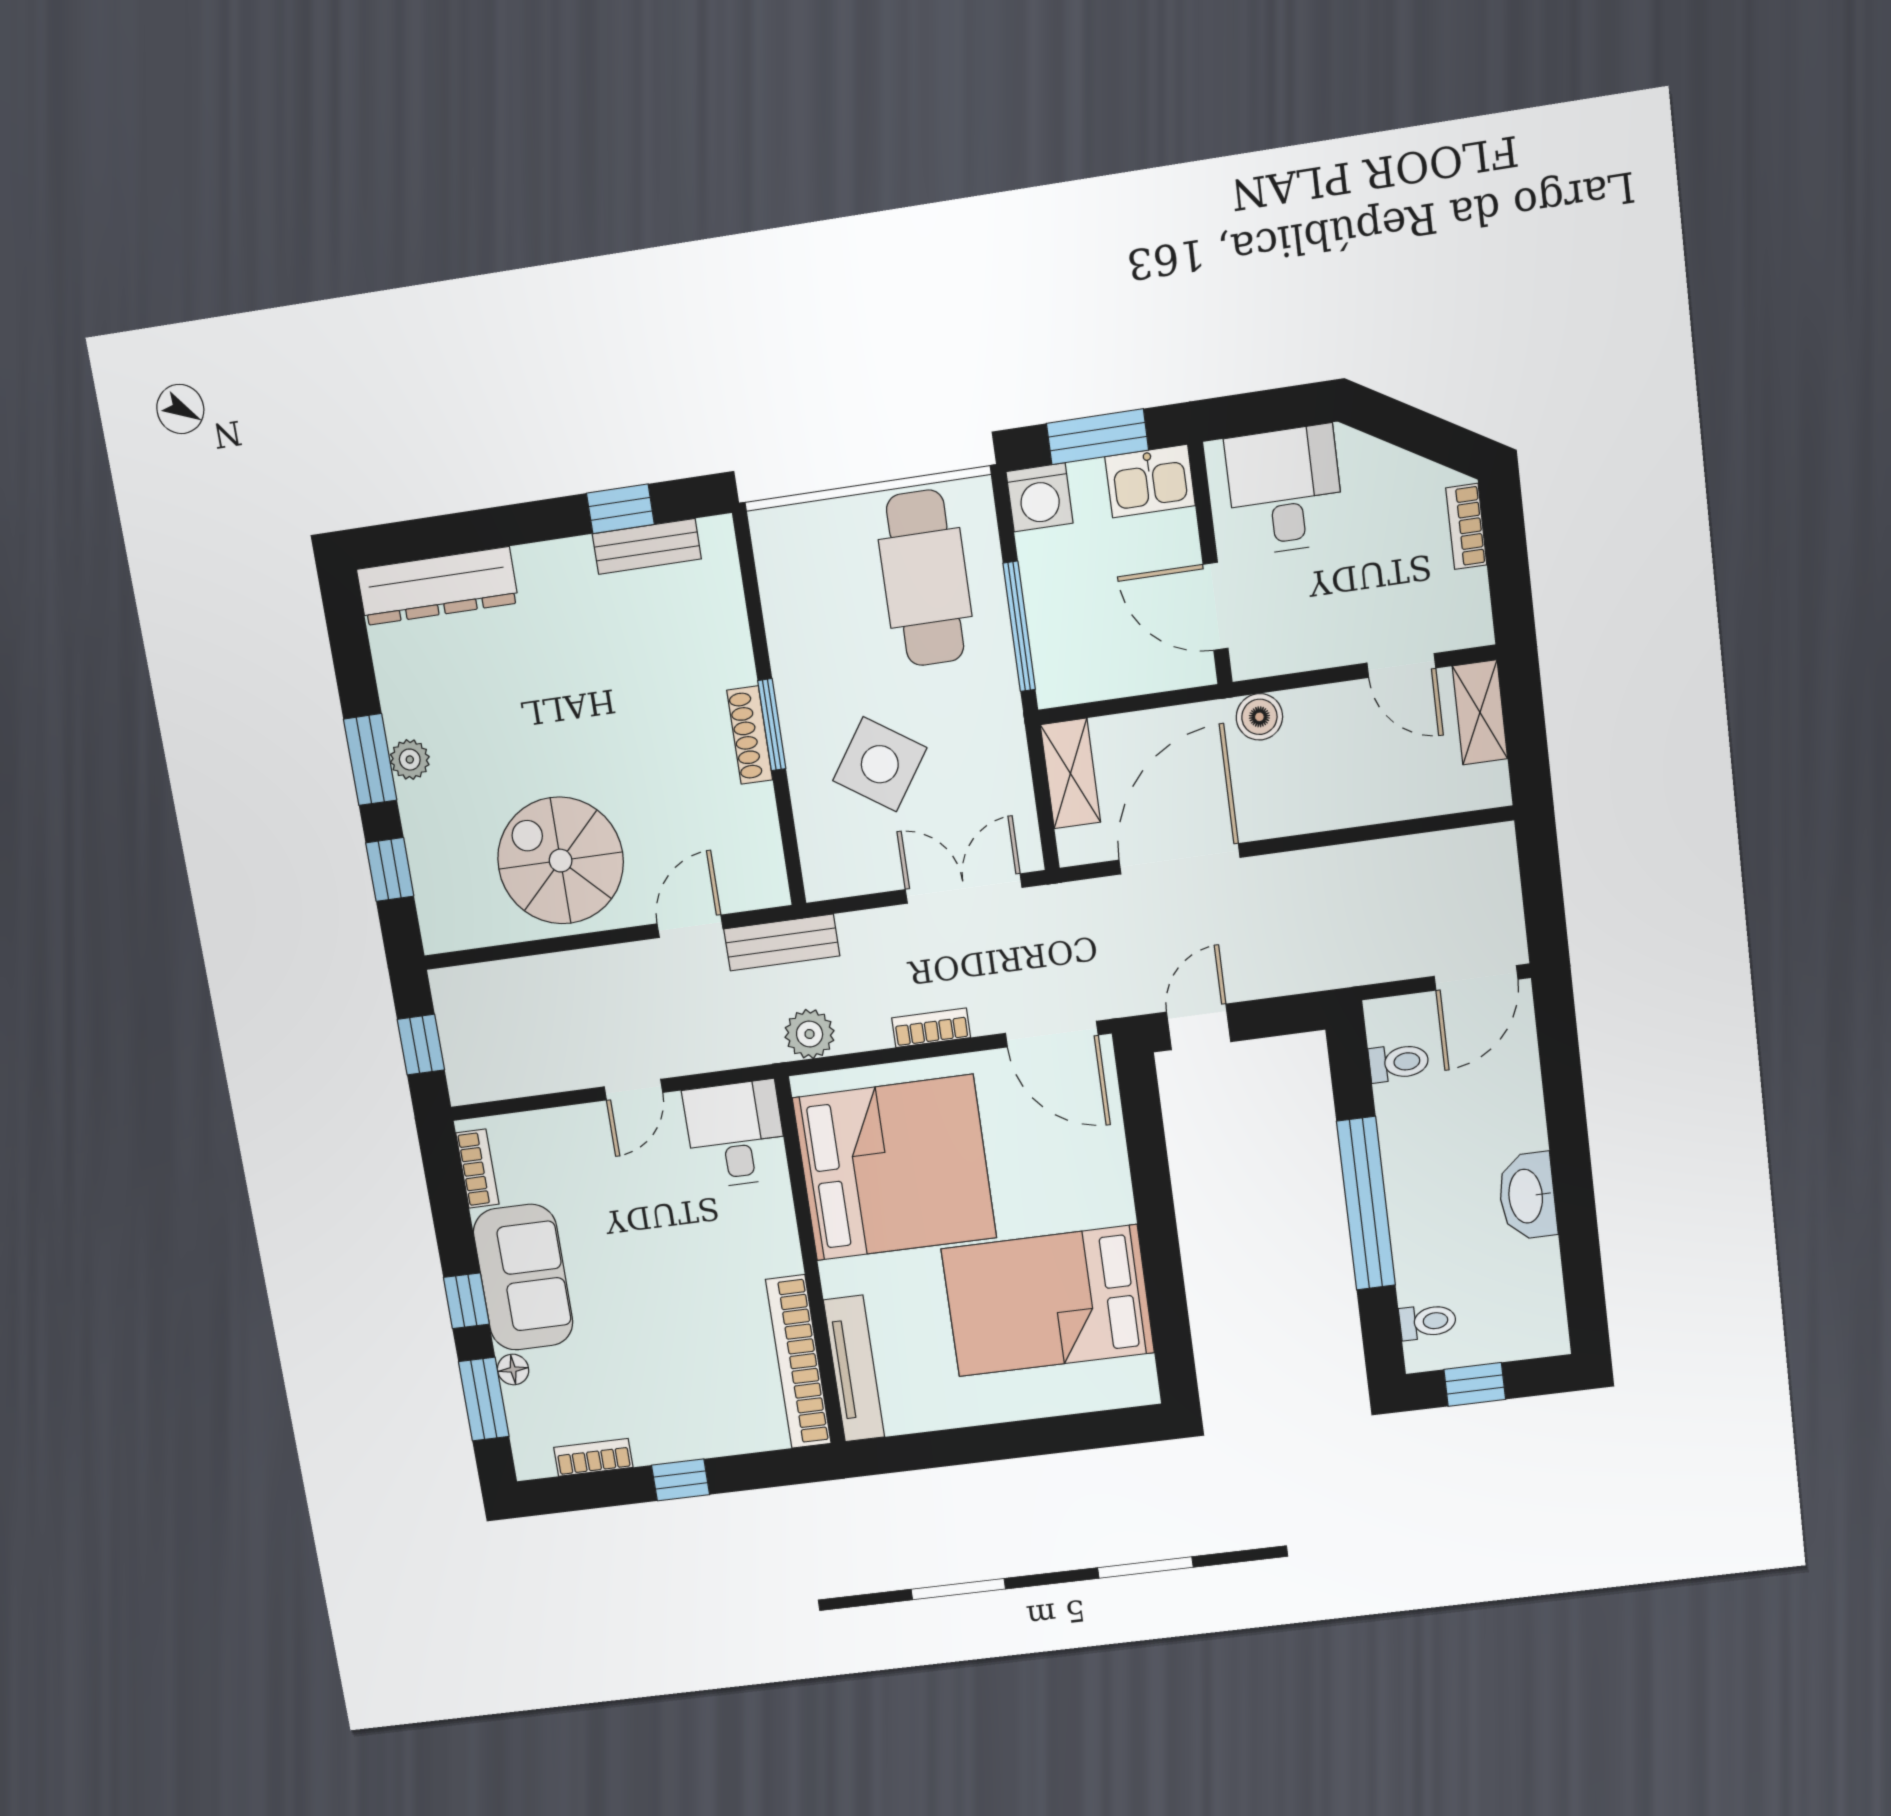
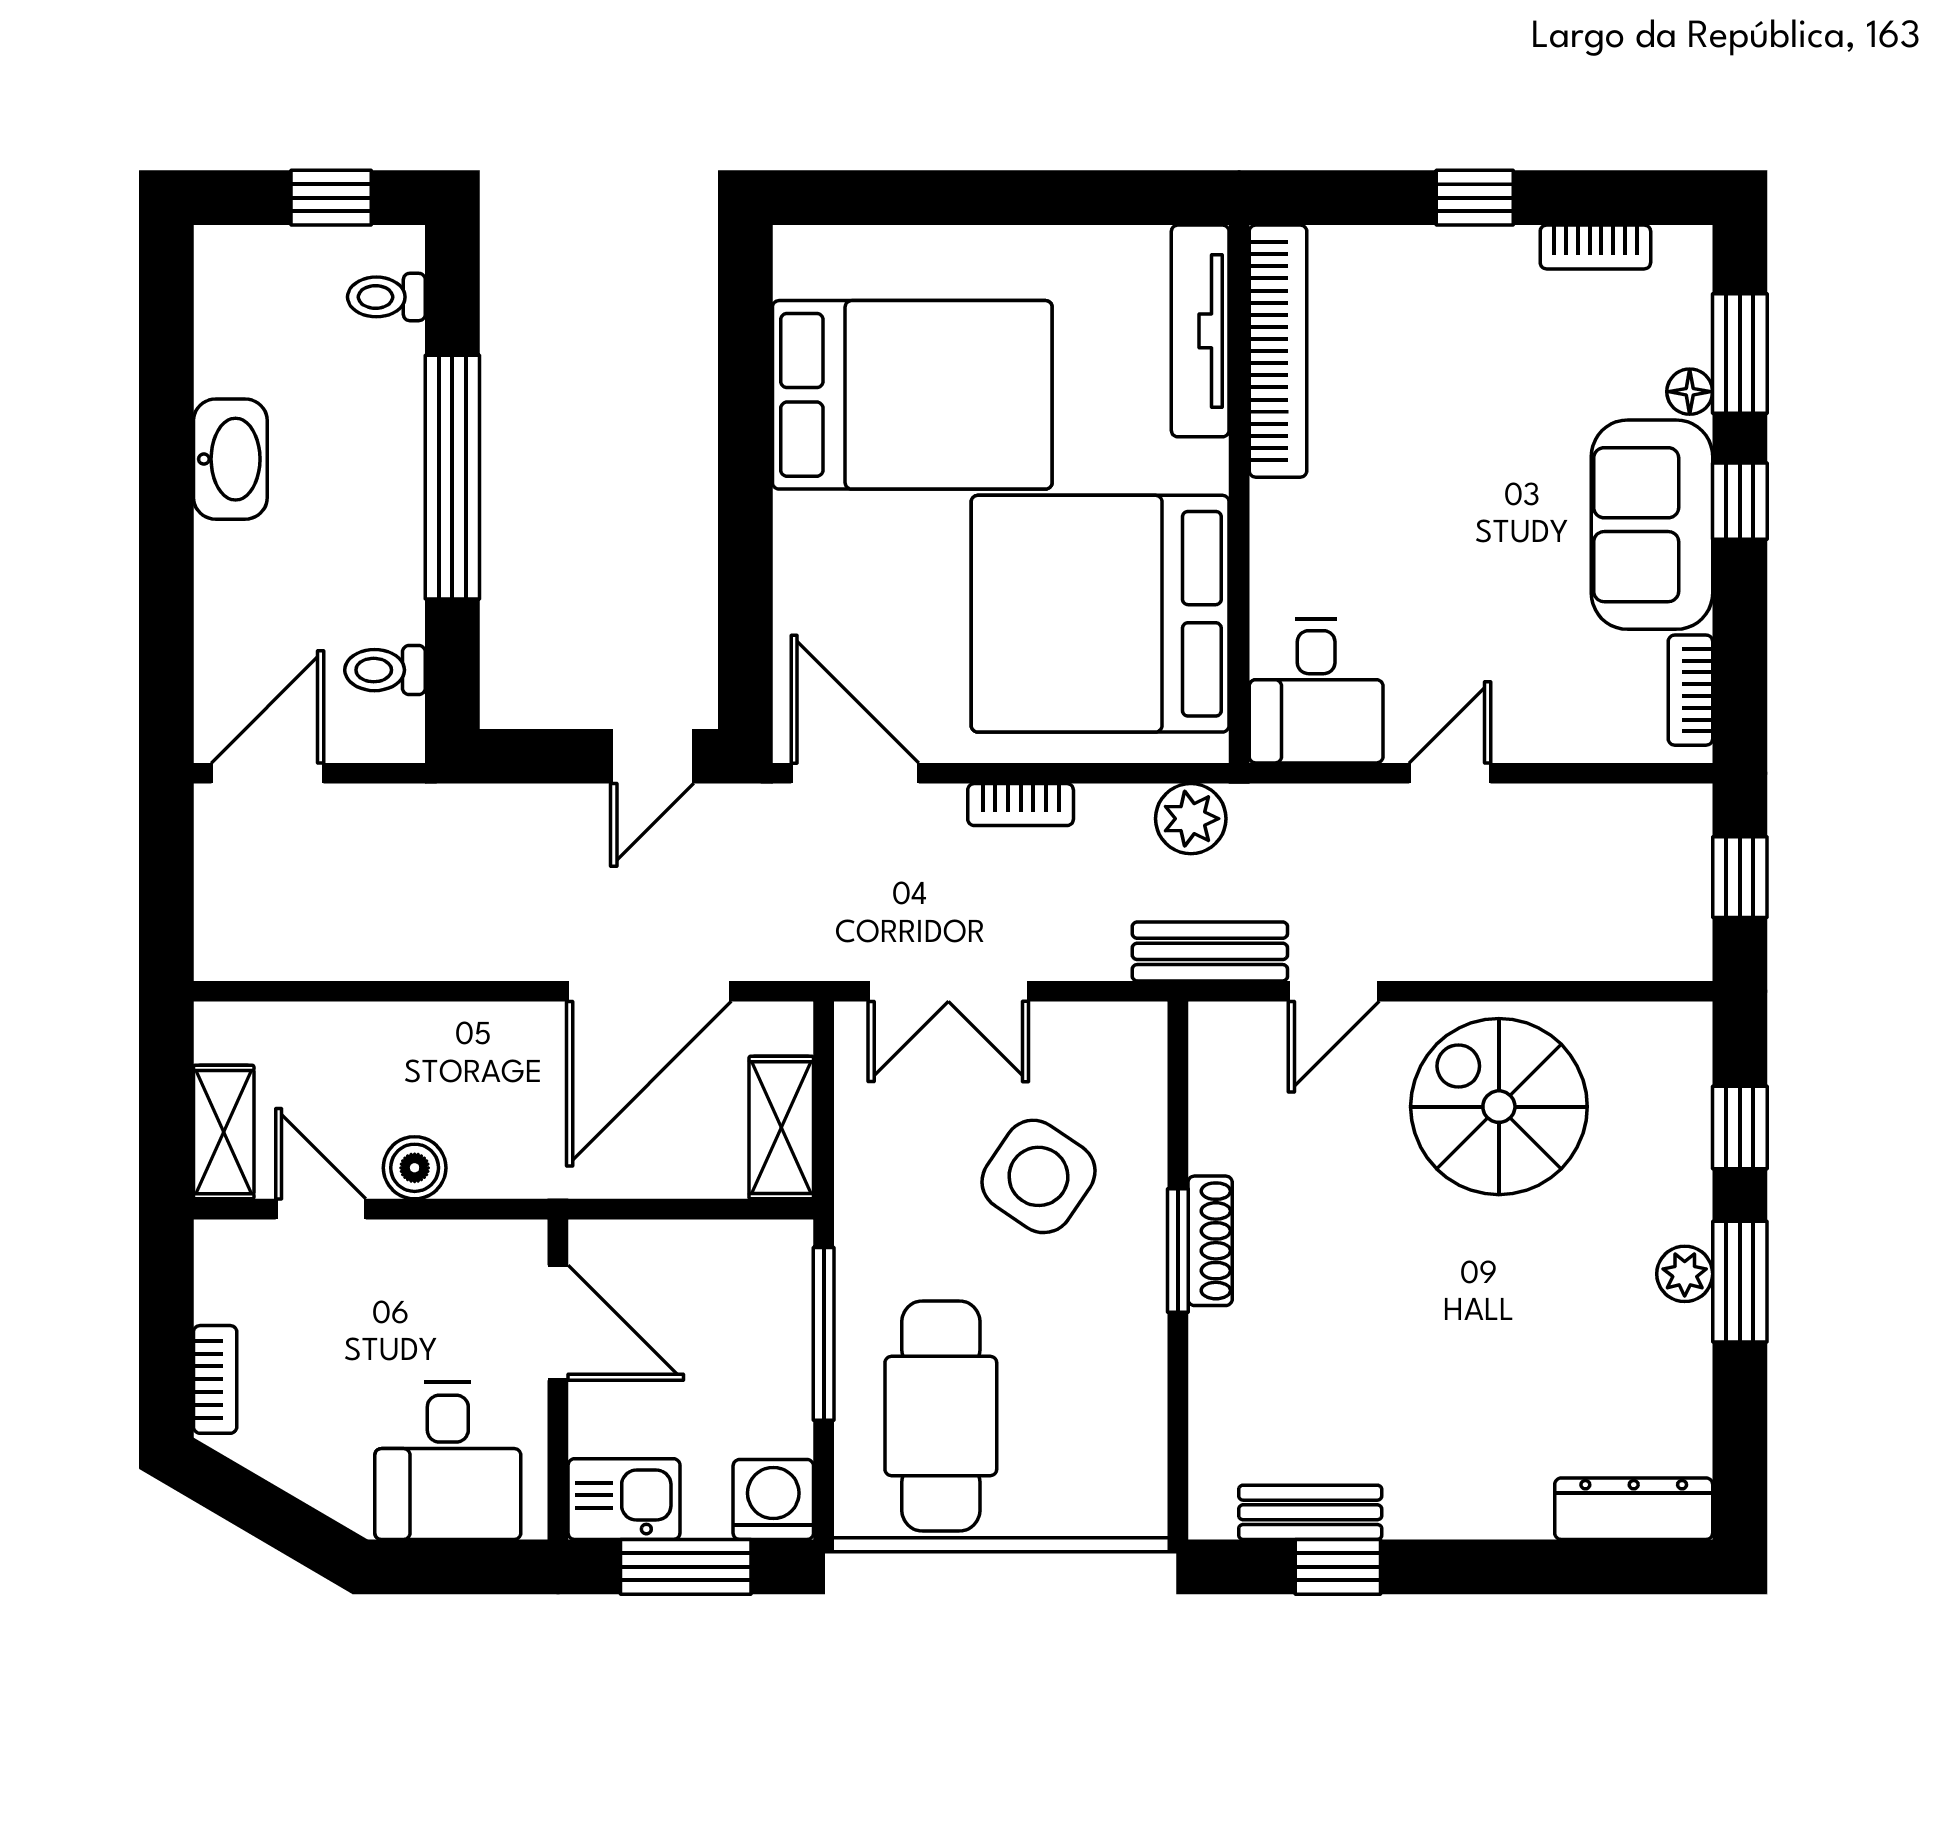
dresser: (437, 586) -> (1634, 1509), width x0.73, depth x0.80
boiler: (1259, 717) -> (415, 1168), moved
spiral stairs: (561, 861) -> (1499, 1107), turned 180

